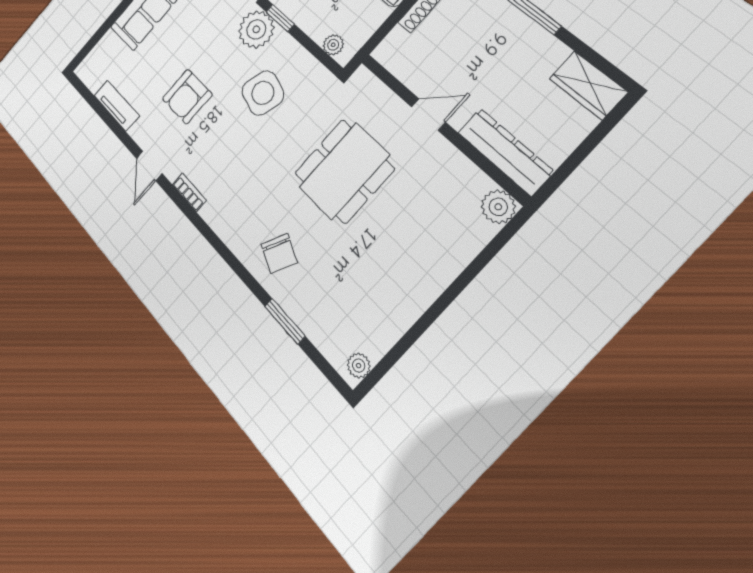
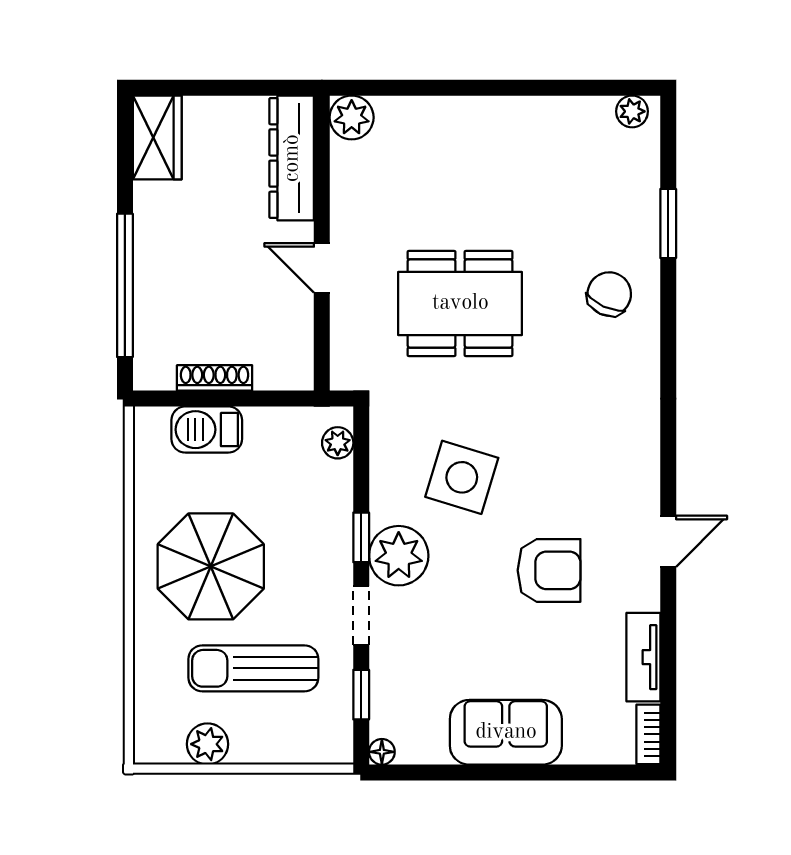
bookcase: (189, 192) -> (648, 734), moved

